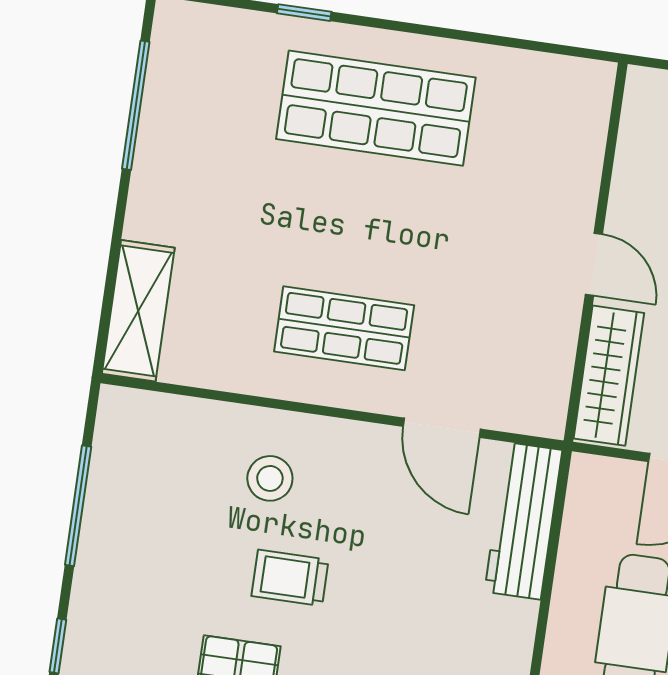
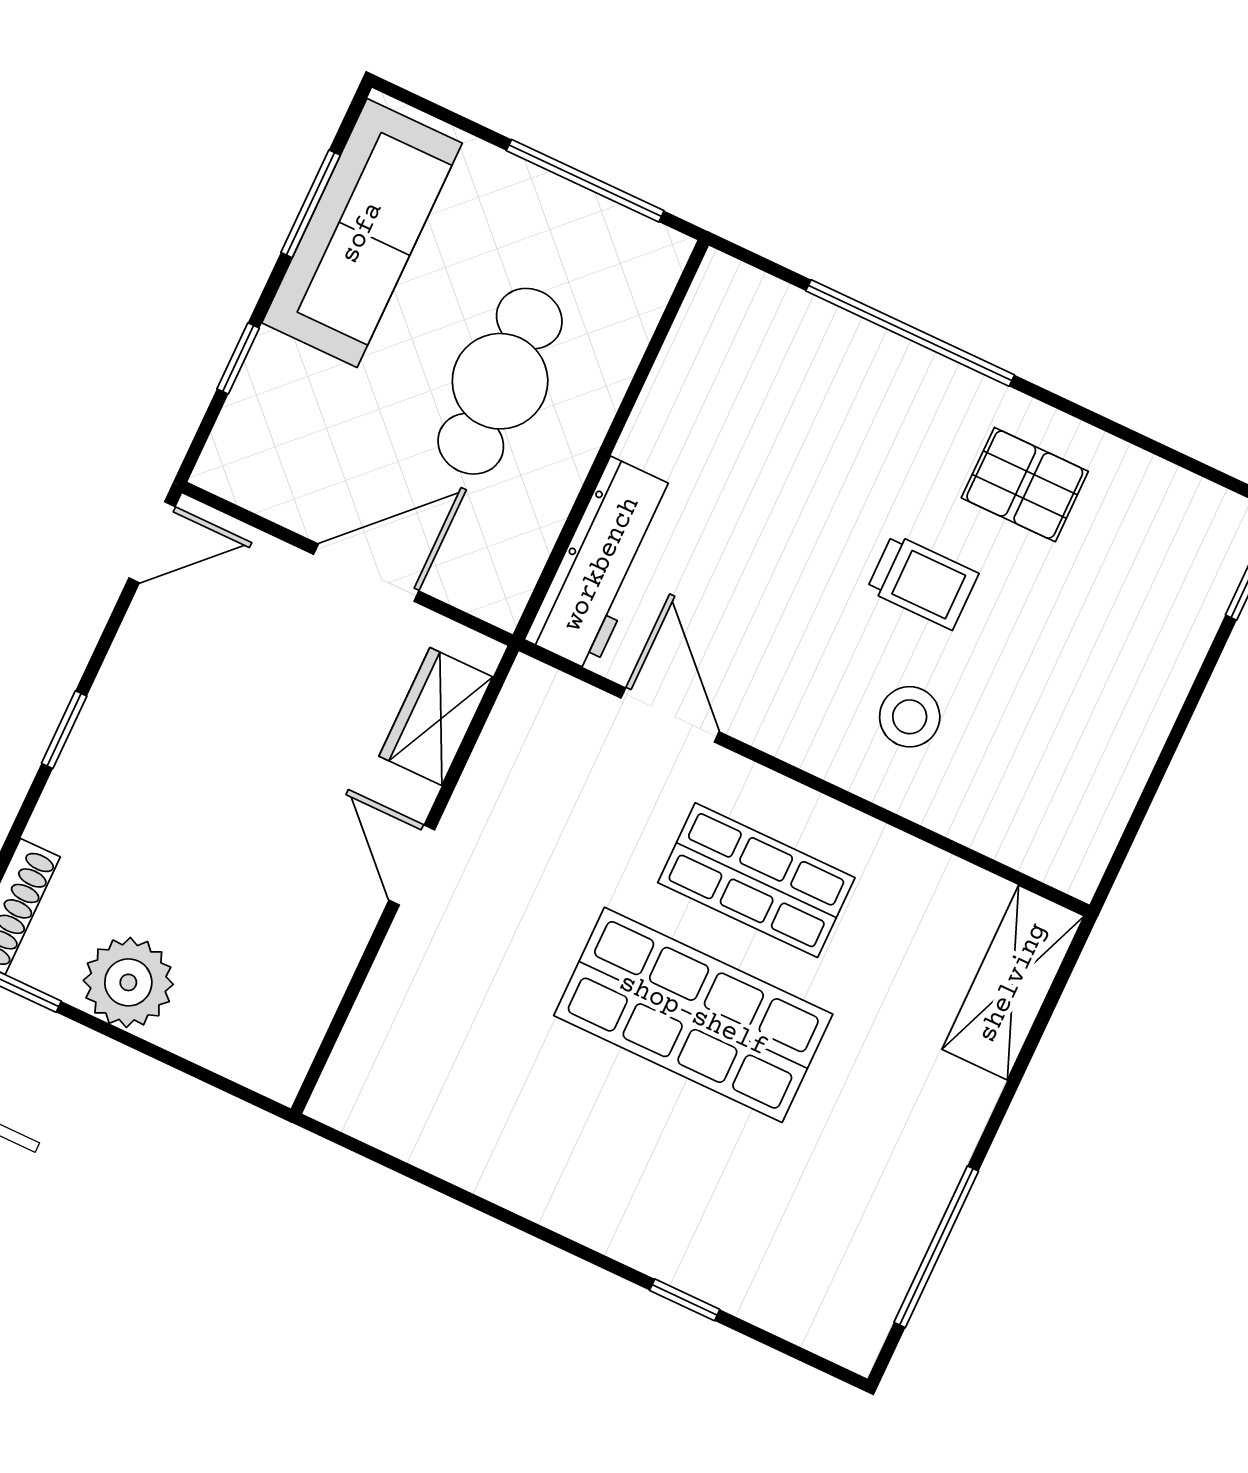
shop shelf: (376, 108) -> (693, 1015), moved
wardrobe: (609, 376) -> (436, 717), width x0.67
window: (78, 506) -> (1166, 756), removed

